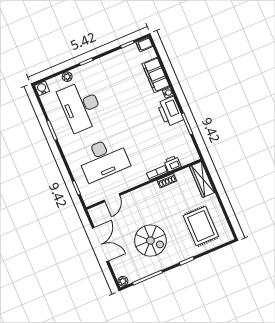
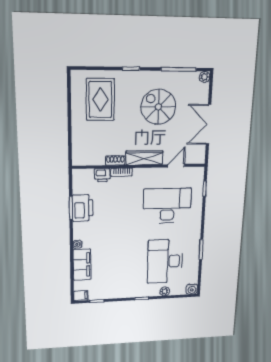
desk: (81, 106) -> (165, 261), turned 180
printer: (170, 111) -> (83, 208), moved
wardrobe: (202, 180) -> (144, 158), moved, turned -90

